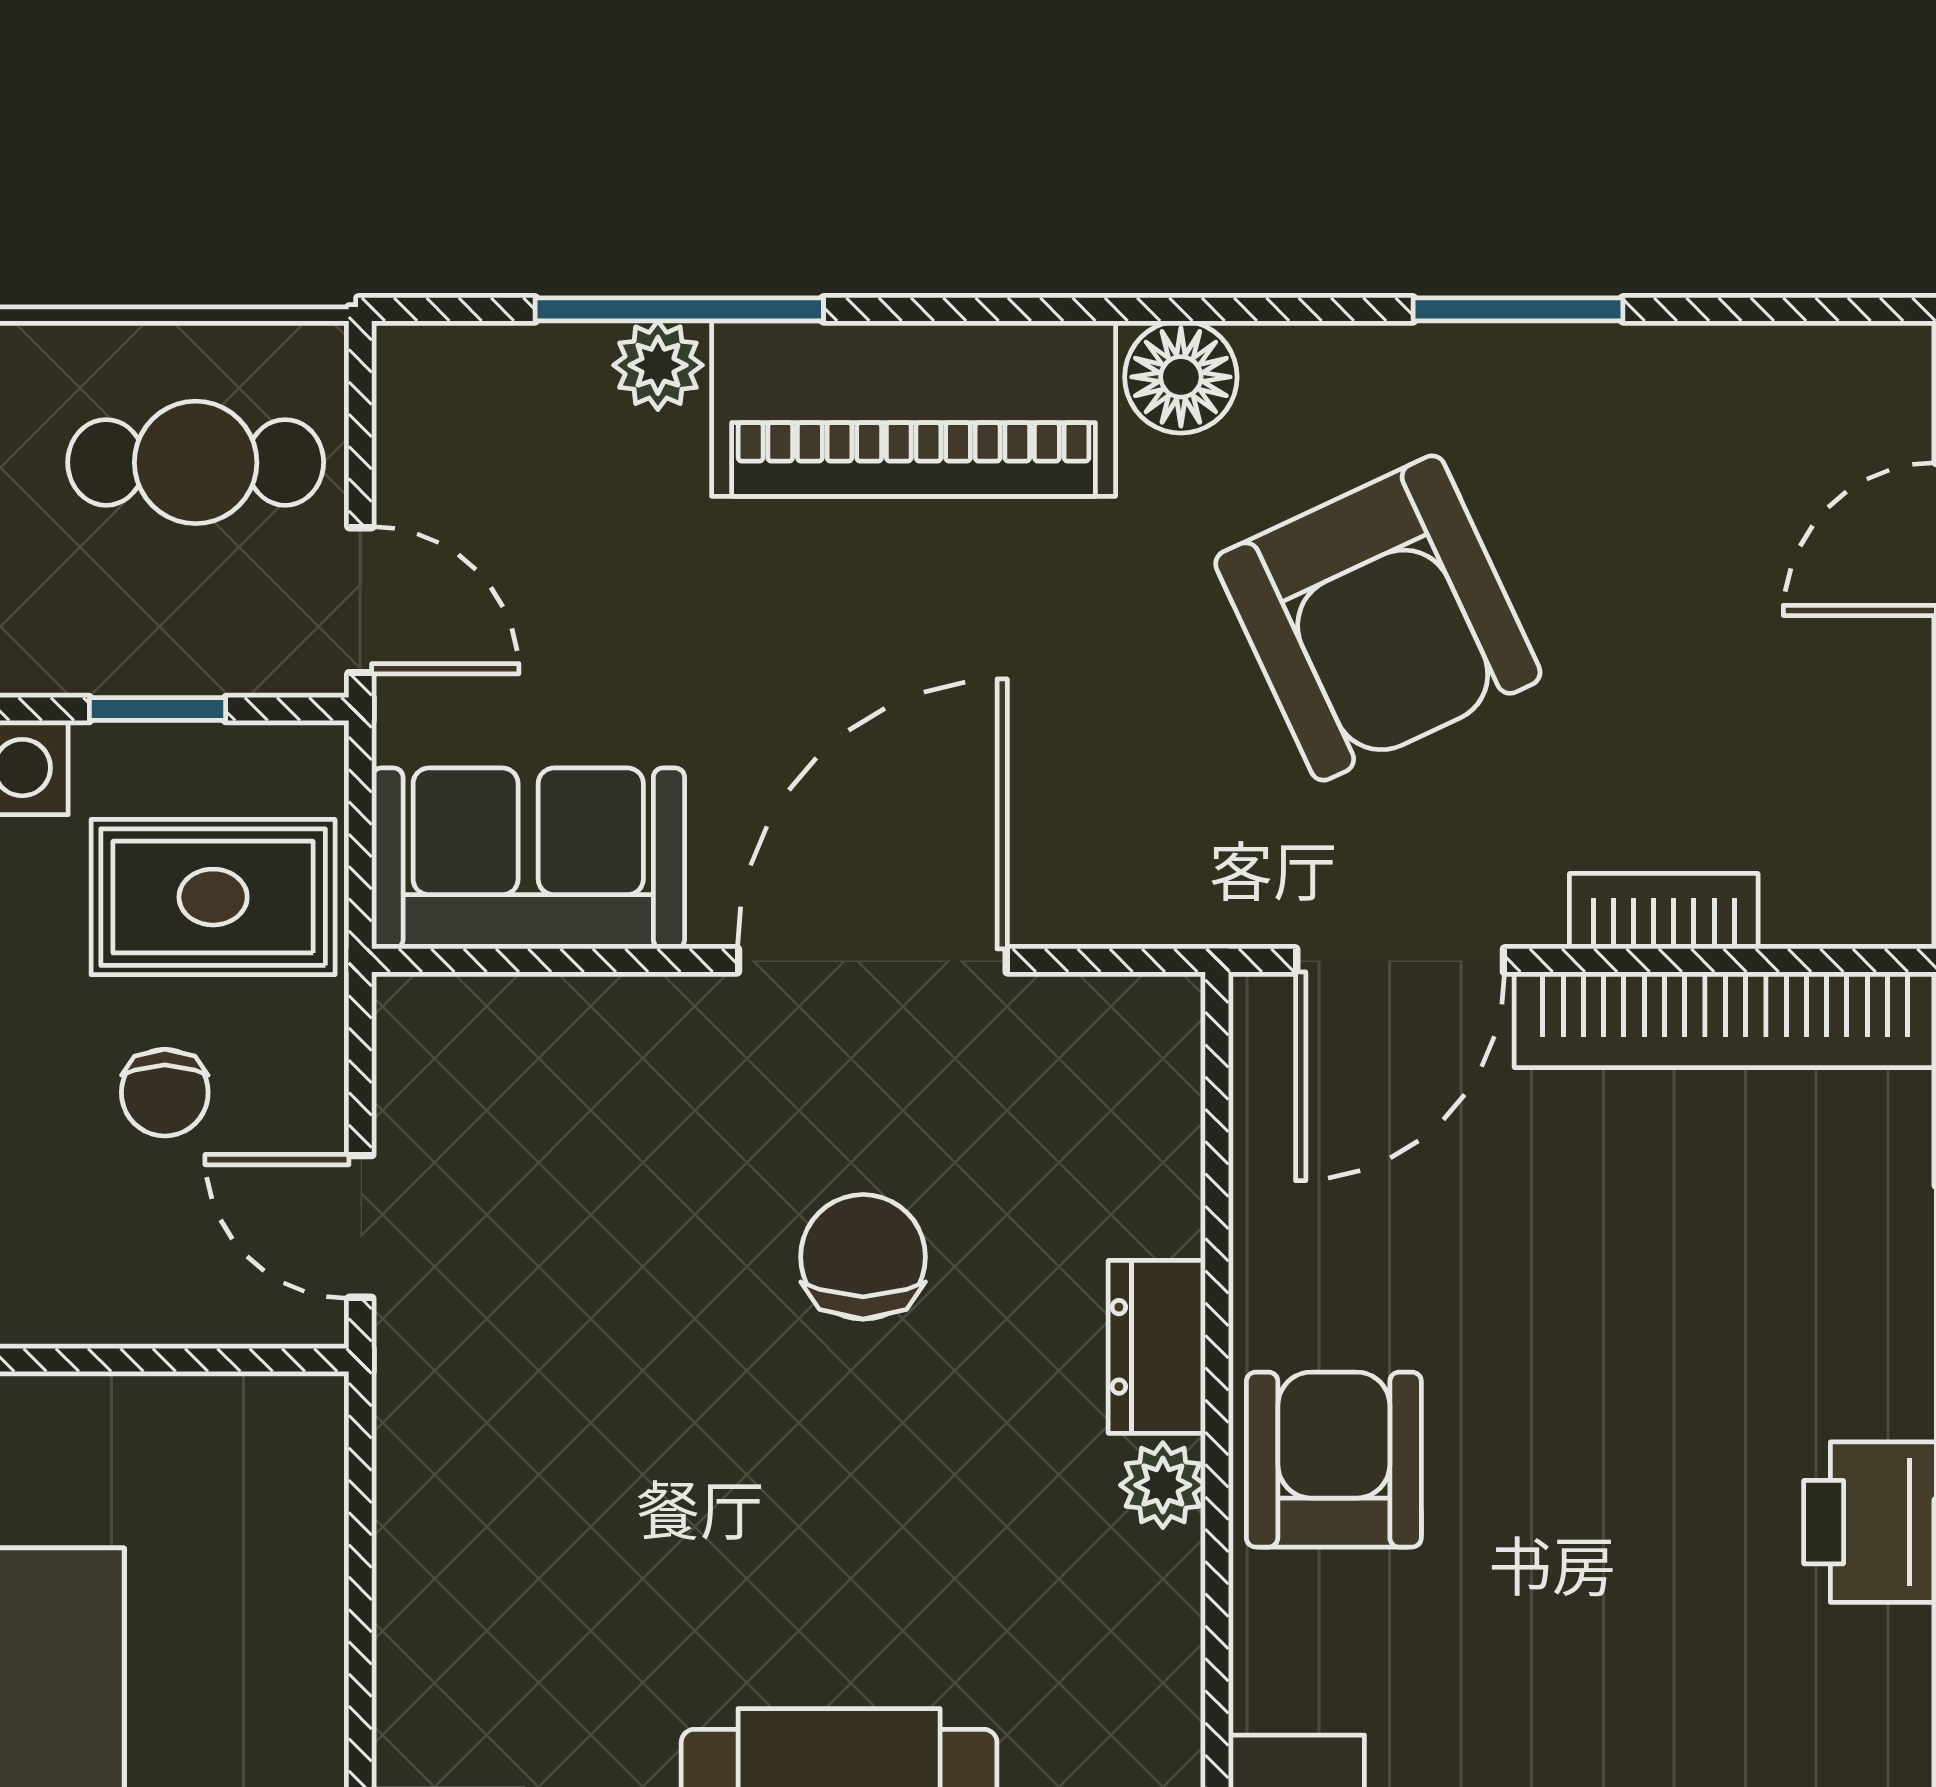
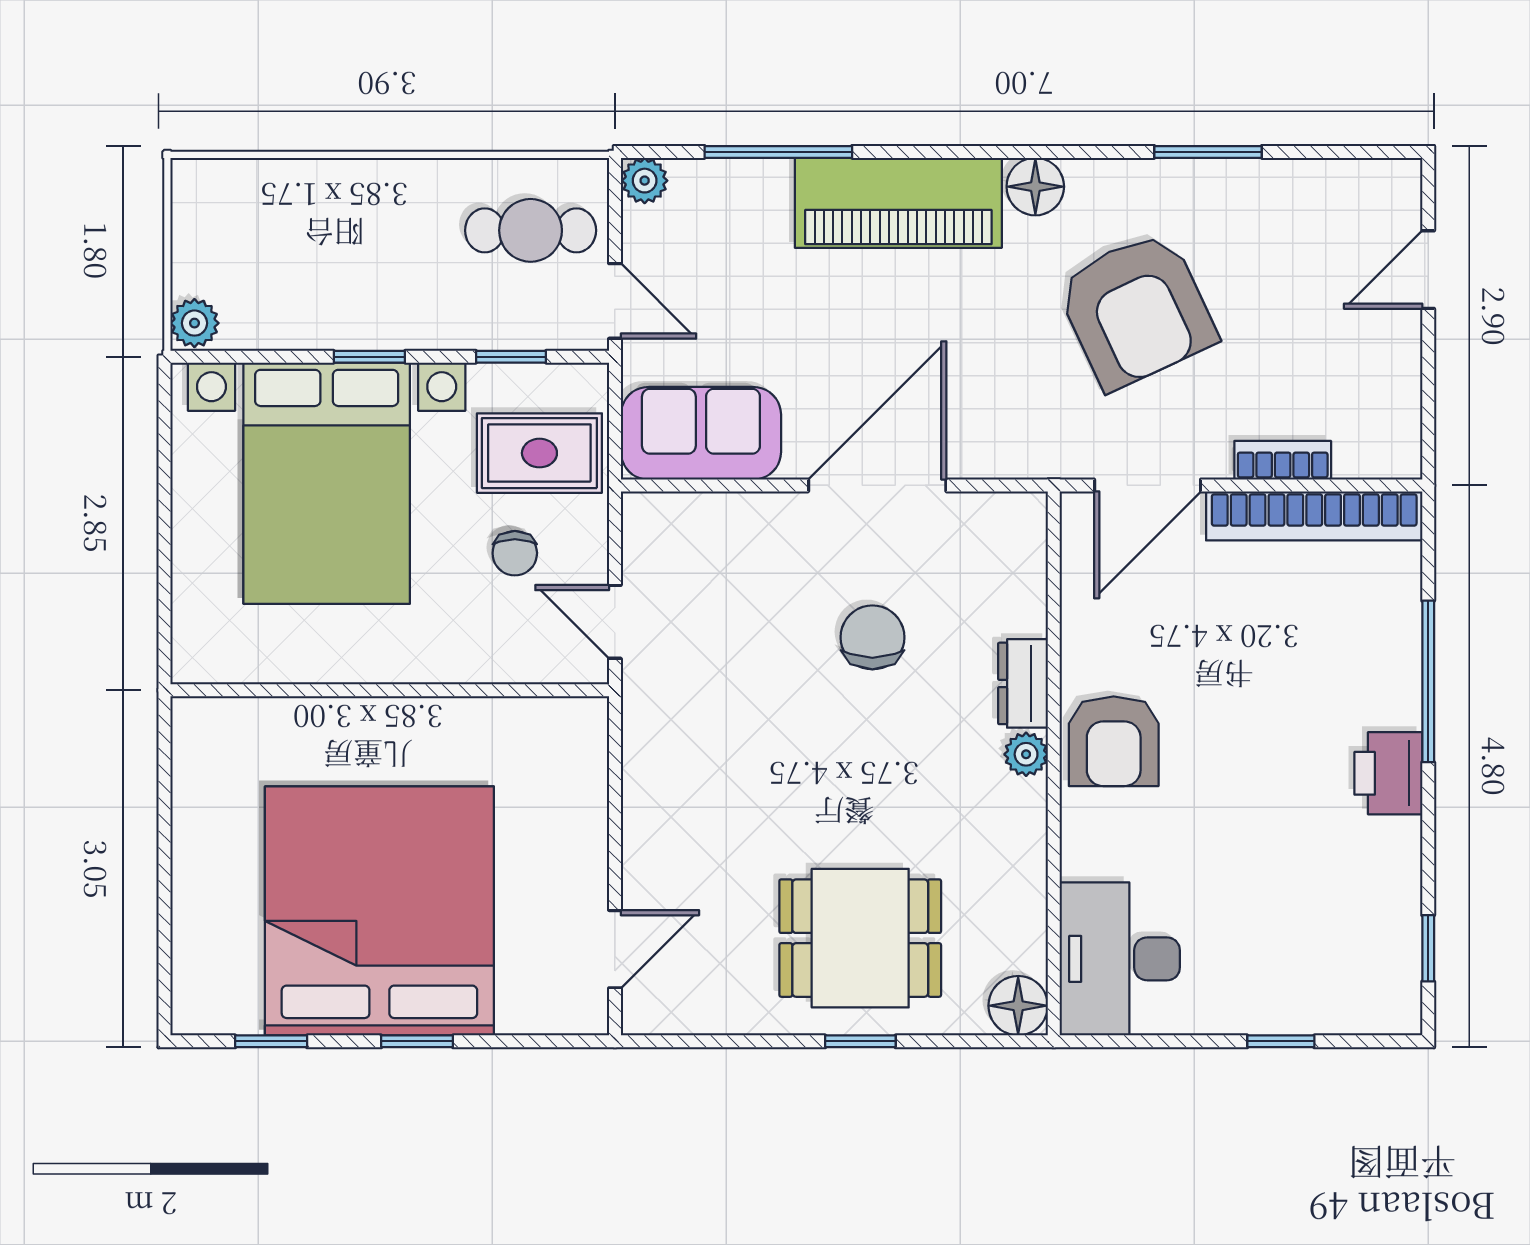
plant: (658, 365) -> (645, 181), moved
armchair: (1334, 1460) -> (1114, 741), turned 180

